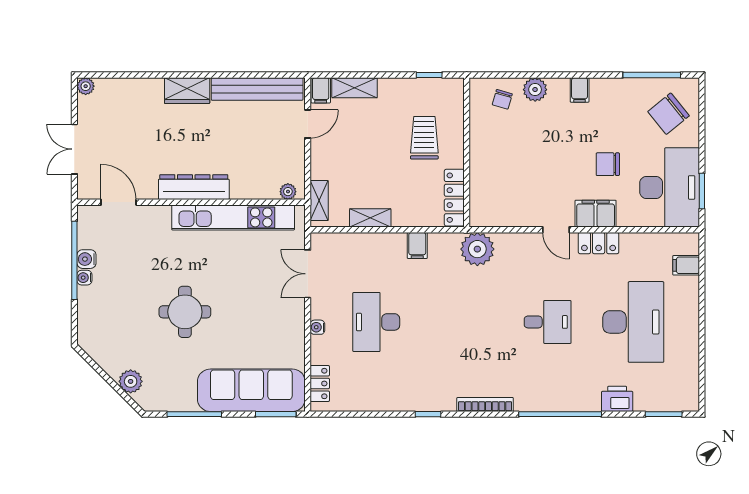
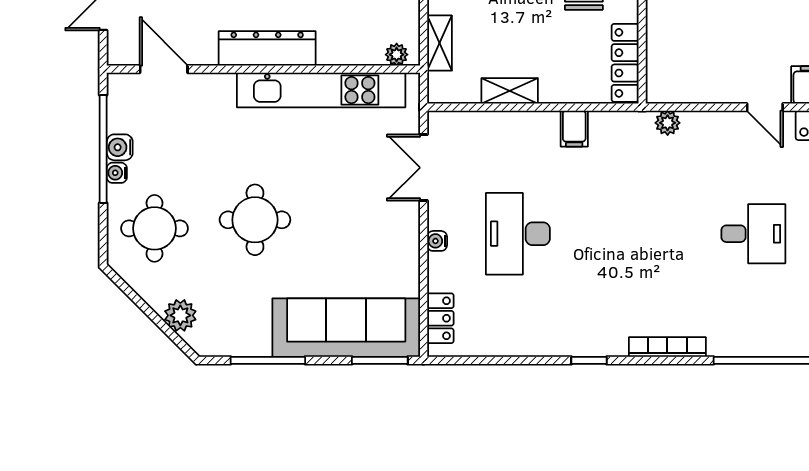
shelving: (319, 201) -> (439, 43), moved
plant: (477, 249) -> (668, 123), width x0.53, depth x0.53
round table: (112, 318) -> (154, 228), added

